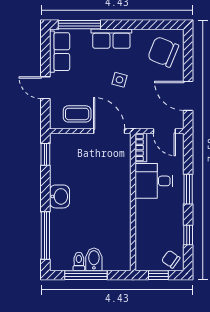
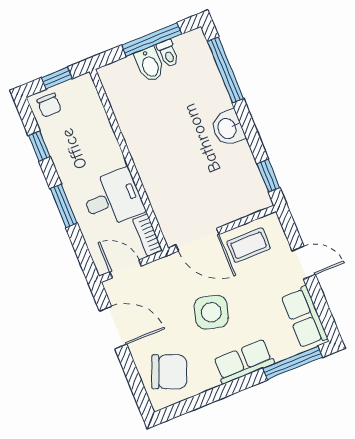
side table: (119, 80) -> (211, 312), width x1.87, depth x1.87
chair: (171, 259) -> (49, 105), turned 55

